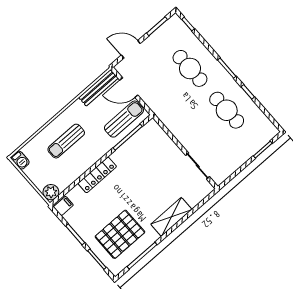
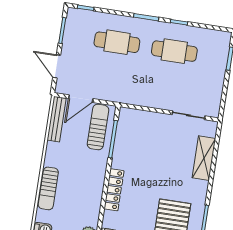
door: (131, 49) -> (57, 66), hinge flipped
sun lounger: (66, 141) -> (48, 188), moved
shelving: (171, 217) -> (204, 158), moved

